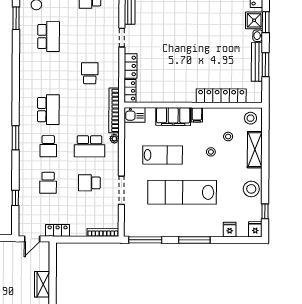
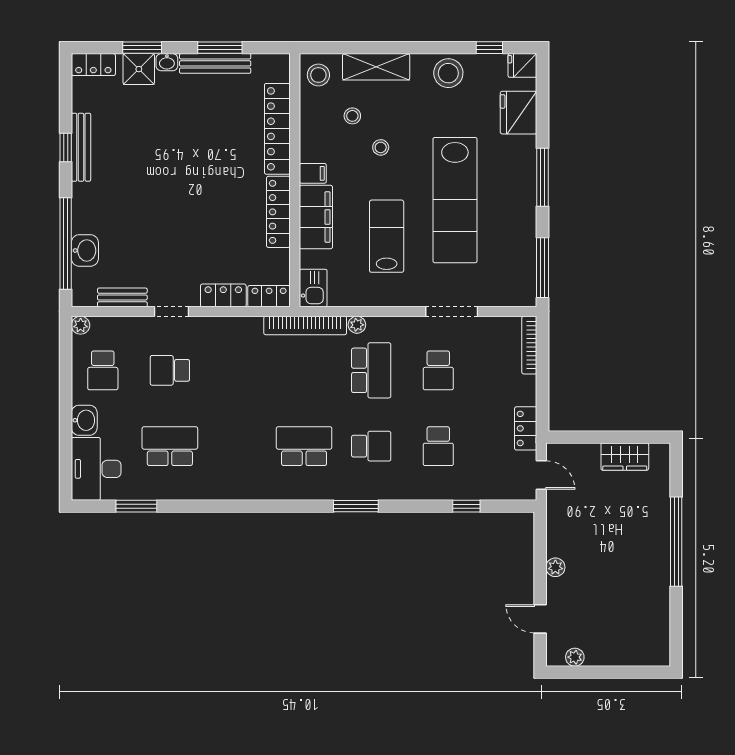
school desk: (90, 73) -> (170, 370), moved
locker: (176, 96) -> (278, 212), added
school desk: (48, 183) -> (438, 446), turned 90
fridge: (230, 230) -> (519, 113), width x1.88, depth x1.34

